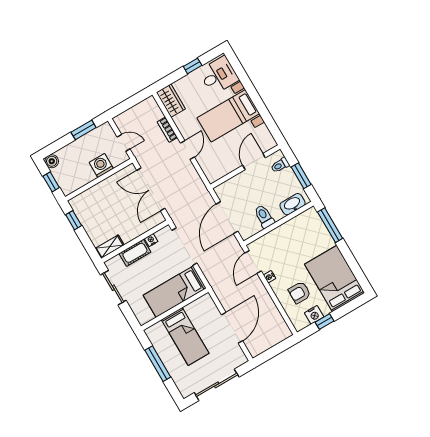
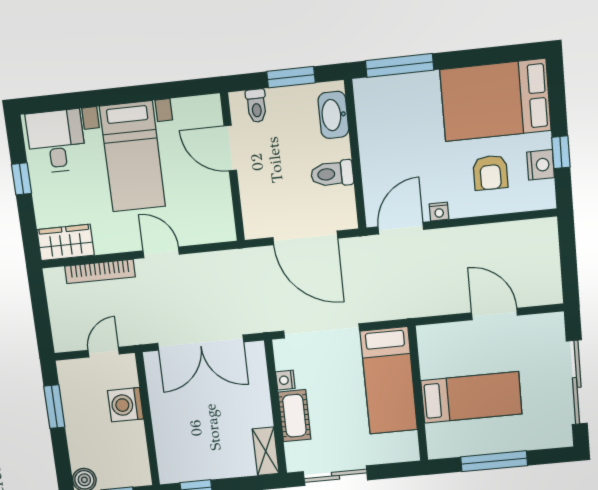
bookcase: (167, 130) -> (100, 271), width x1.56
door: (253, 262) -> (401, 228), swing flipped
door: (232, 328) -> (494, 314), width x0.73

